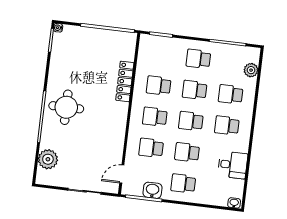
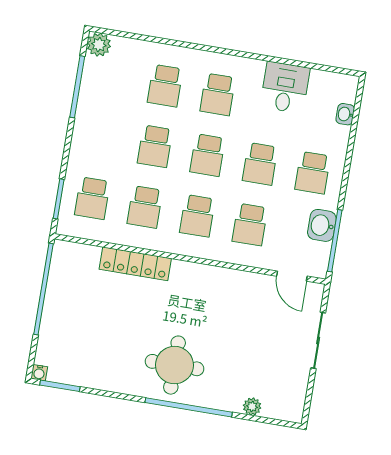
school desk: (198, 59) -> (92, 198), moved
plant: (251, 70) -> (99, 45), moved
plant: (48, 159) -> (252, 407), width x0.53, depth x0.53
washbasin: (234, 203) -> (345, 114), moved

